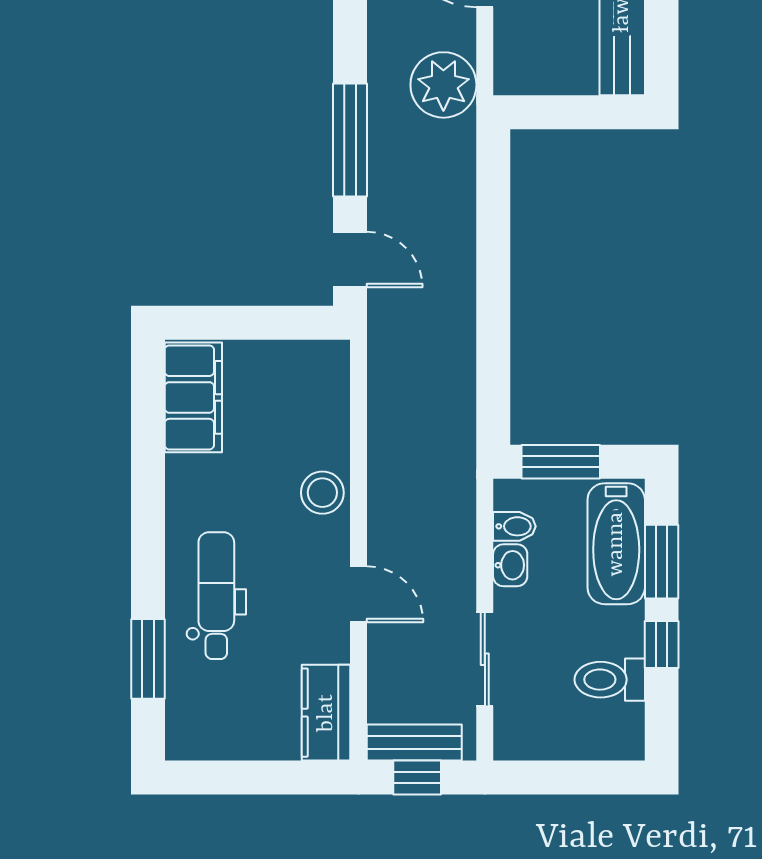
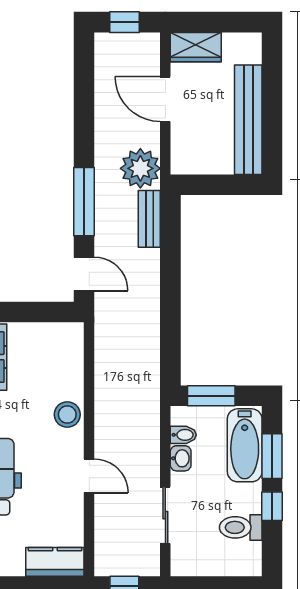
kitchen counter: (326, 713) -> (55, 562), moved, turned 90
bench: (414, 743) -> (149, 219), moved, turned 90

